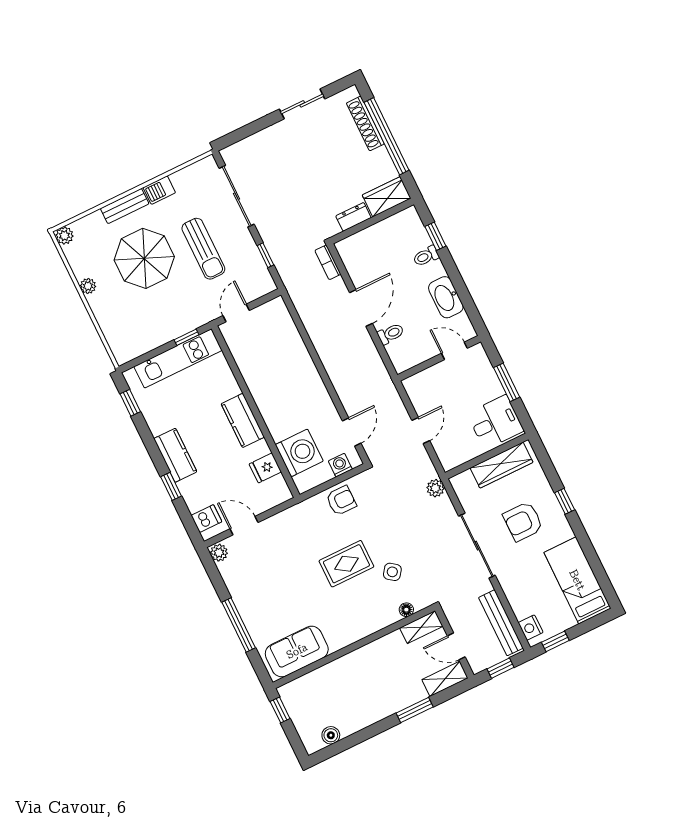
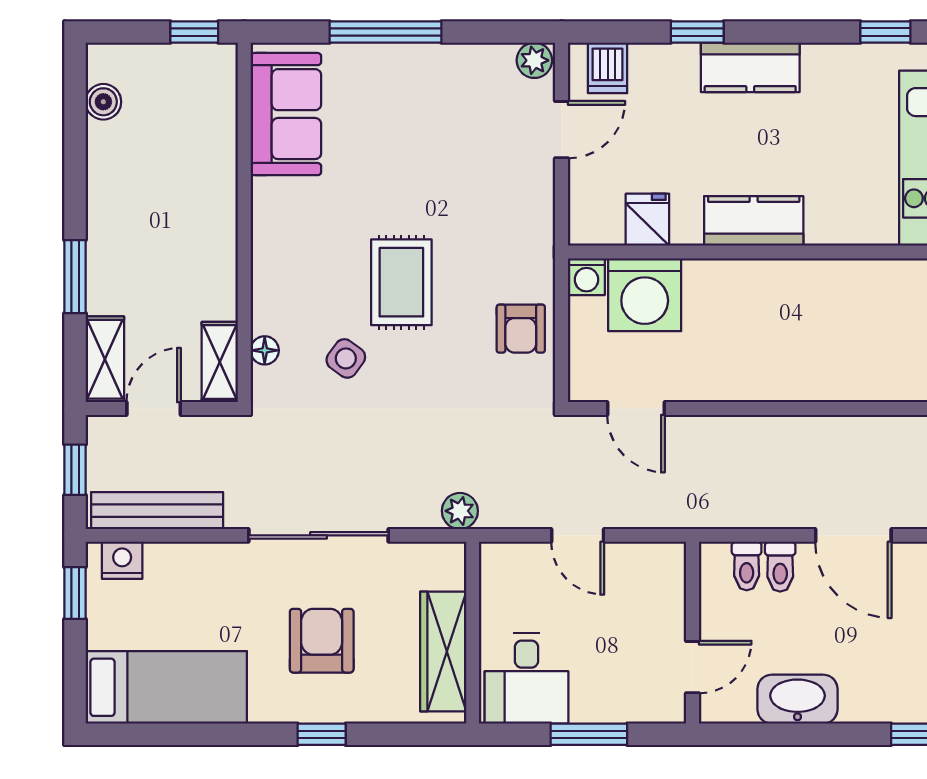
toilet: (426, 256) -> (747, 566), moved, turned 180
washing machine: (340, 465) -> (586, 277), moved, turned 90

